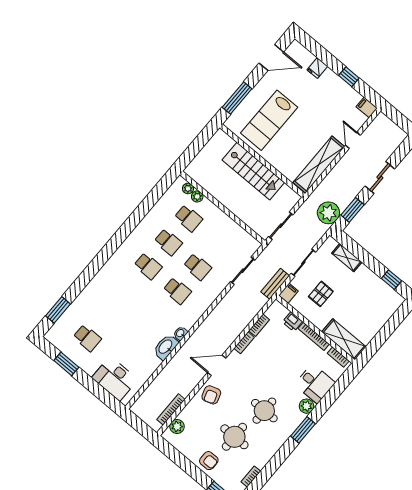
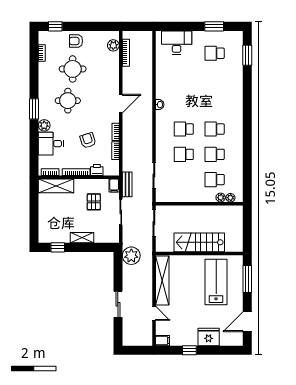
fridge: (317, 68) -> (209, 337), width x1.88, depth x1.34
window: (352, 210) -> (118, 270), removed
shelving: (347, 258) -> (82, 238), moved
washbasin: (166, 347) -> (162, 88), removed
armchair: (211, 395) -> (88, 140), moved

